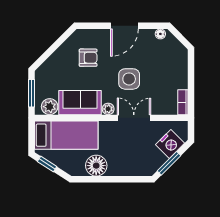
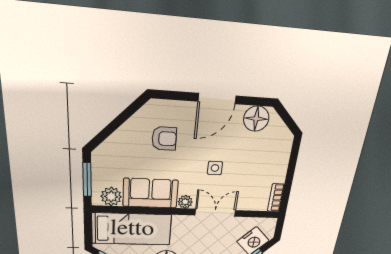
floor lamp: (160, 34) -> (256, 119), width x1.89, depth x1.89
side table: (129, 79) -> (215, 168), width x0.54, depth x0.54

